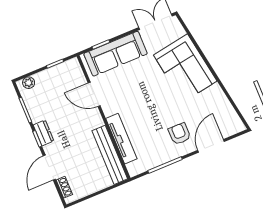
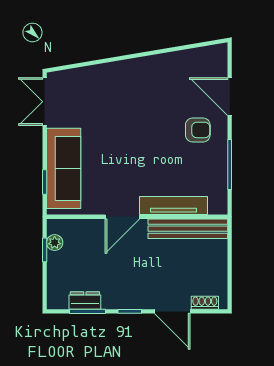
corner sofa: (185, 68) -> (118, 88), removed
plant: (29, 83) -> (55, 243), moved
door: (94, 94) -> (122, 217), moved
dresser: (44, 133) -> (85, 300), moved
armchair: (179, 134) -> (198, 130), turned 180

